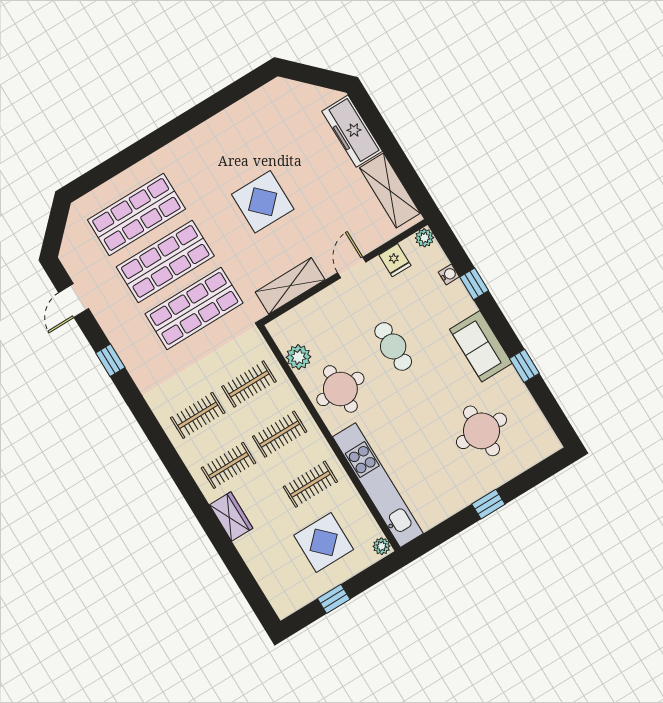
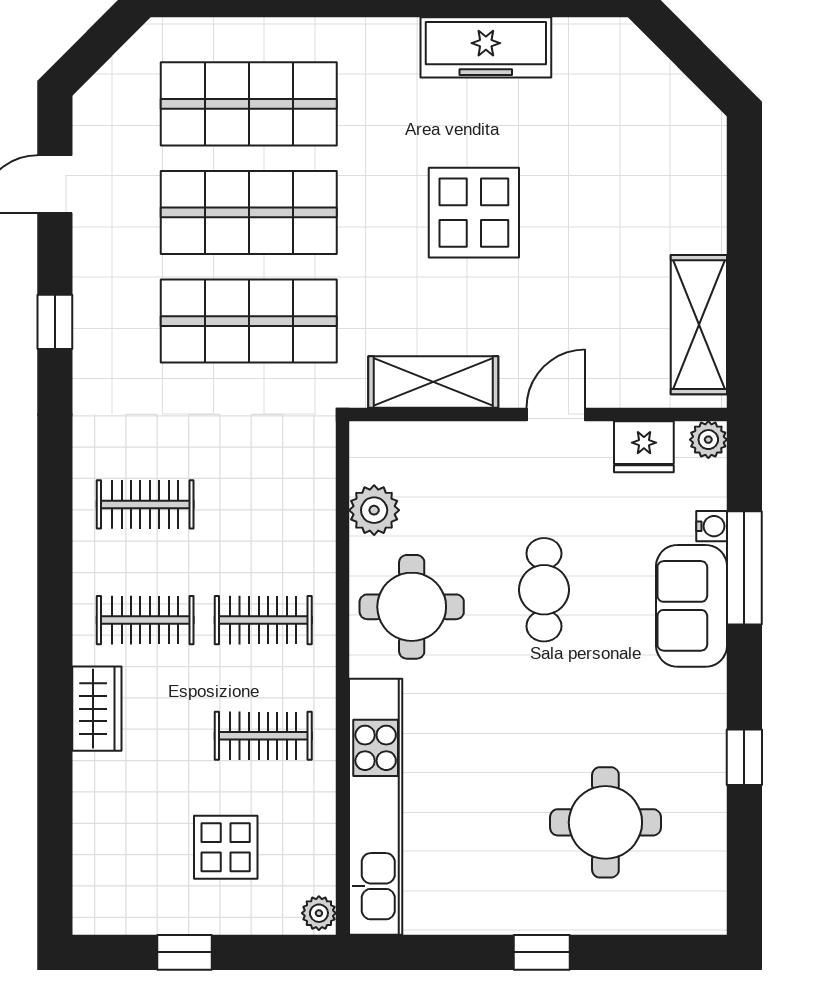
freezer: (352, 131) -> (486, 47), moved, turned -90
fridge: (395, 260) -> (644, 447), width x1.38
window: (474, 284) -> (744, 568), width x2.17
sofa: (481, 346) -> (692, 606), moved
clothes rail: (249, 384) -> (263, 504), removed
display table: (324, 542) -> (226, 847), width x0.73, depth x0.73

